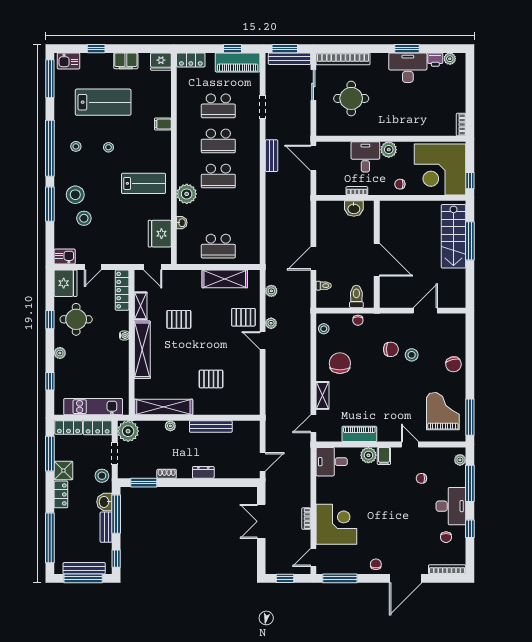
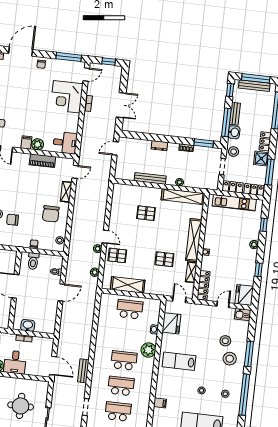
round table: (76, 319) -> (239, 268), removed
plant: (128, 431) -> (211, 182), removed

